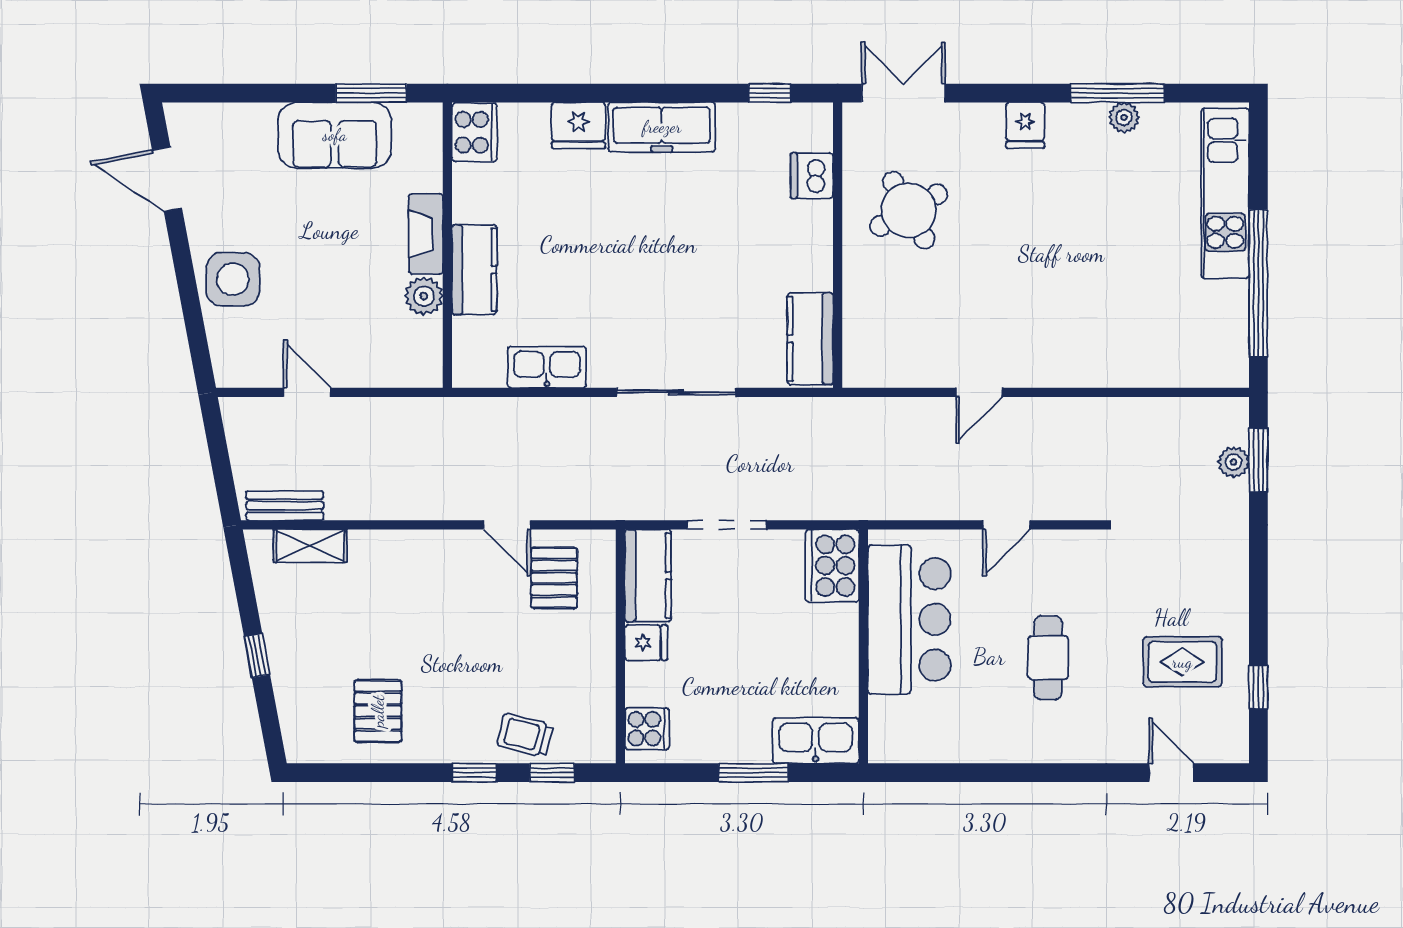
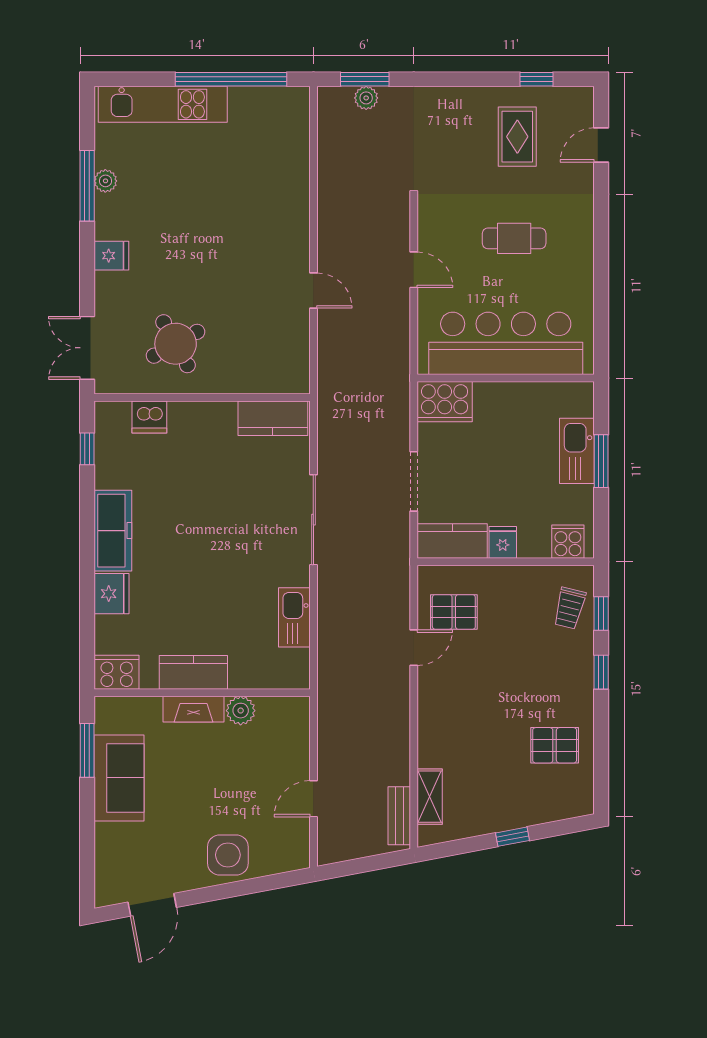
kitchen counter: (474, 270) -> (193, 672), moved
bar counter: (909, 619) -> (506, 343), width x1.36
trolley: (525, 735) -> (570, 608), moved
kitchen sink: (816, 741) -> (577, 451), moved

